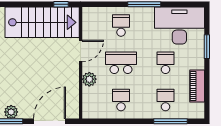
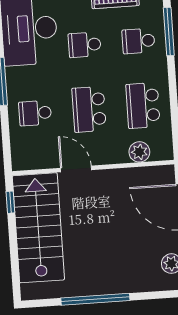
plant: (89, 79) -> (139, 152), moved
school desk: (121, 100) -> (143, 106), width x1.85

